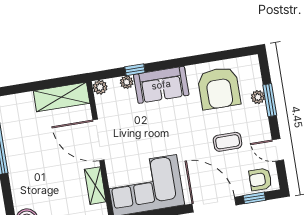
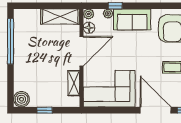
floor lamp: (104, 106) -> (89, 28), added
door: (99, 140) -> (81, 51), swing flipped

